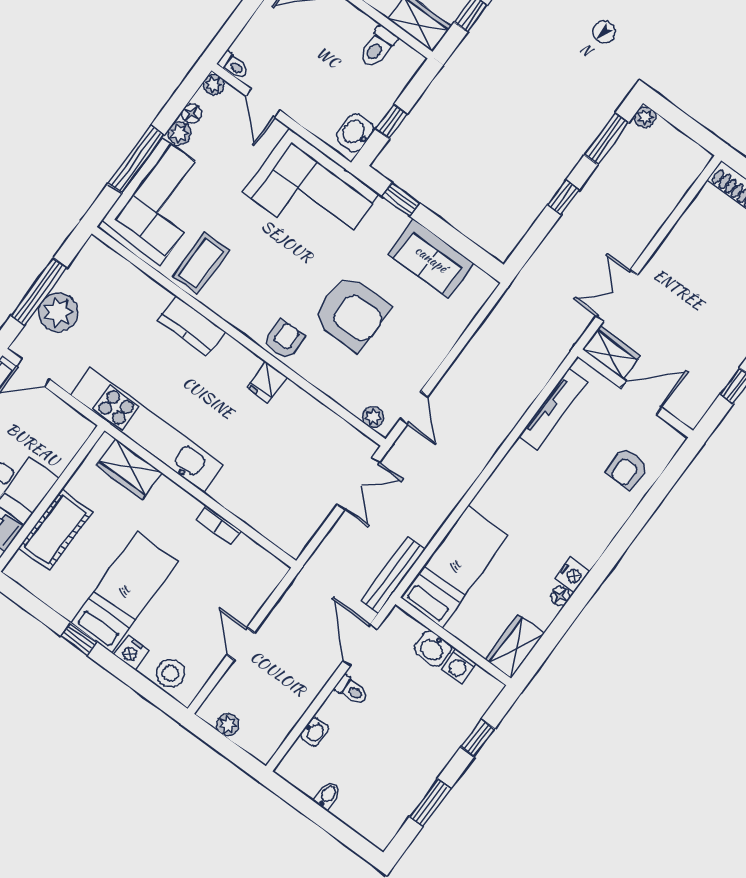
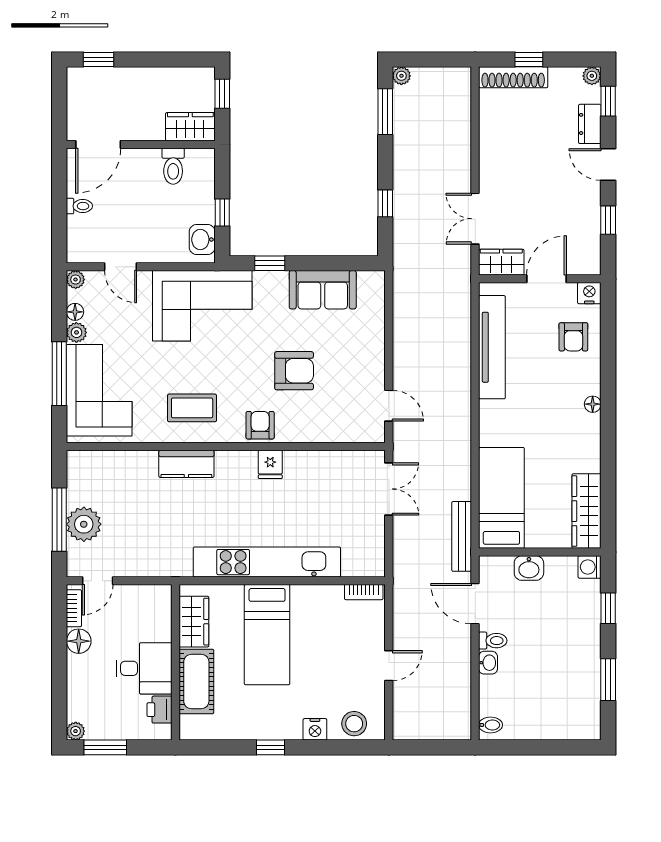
toilet: (233, 65) -> (79, 206), moved
window: (563, 197) -> (385, 203), moved
coffee table: (201, 263) -> (192, 408), moved, turned 90
armchair: (351, 313) -> (294, 371), width x0.73, depth x0.73
tv unit: (553, 409) -> (492, 347), width x1.36, depth x1.29
plant: (373, 417) -> (364, 434), removed
kitchen unit: (147, 430) -> (267, 562), moved
wardrobe: (129, 469) -> (194, 622), moved, turned -90
bookcase: (219, 525) -> (364, 592), moved
nightstand: (573, 575) -> (589, 293), moved, turned -90
bed: (124, 592) -> (267, 635), moved, turned 180
floor lamp: (560, 596) -> (593, 404), moved
door: (241, 644) -> (389, 666), swing flipped
wardrobe: (515, 646) -> (586, 511), width x1.50
washing machine: (459, 666) -> (590, 567), moved, turned 90
plant: (228, 725) -> (422, 730), removed
washbasin: (314, 732) -> (488, 663), moved
bidet: (328, 795) -> (491, 725), moved, turned 90

